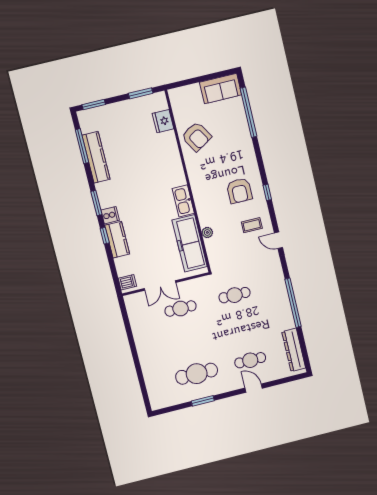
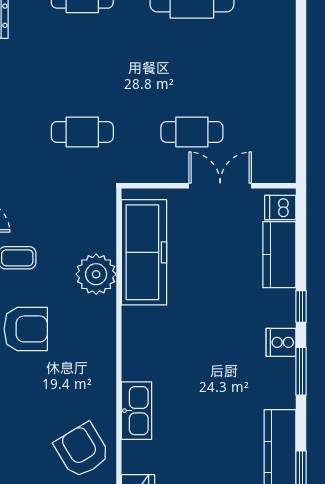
armchair: (239, 191) -> (26, 329), turned 90
kitchen sink: (183, 201) -> (137, 411), moved
plant: (207, 232) -> (96, 274), width x1.88, depth x1.88
kitchen counter: (117, 240) -> (279, 255), moved

